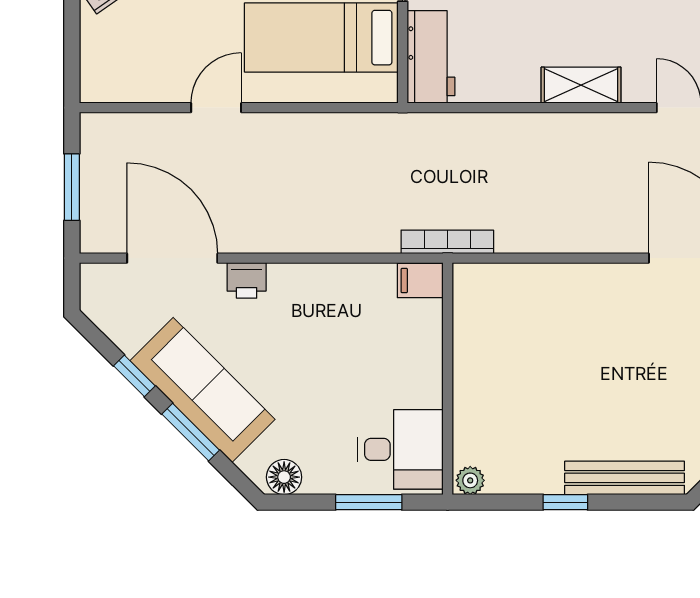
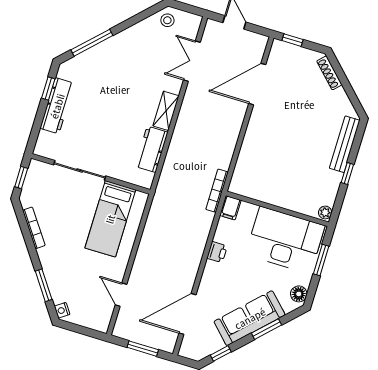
workbench: (431, 57) -> (151, 149), moved, turned -90
door: (216, 108) -> (121, 295), moved
printer: (247, 280) -> (217, 252), moved
window: (134, 376) -> (221, 353), moved
desk: (400, 449) -> (285, 240), width x1.87, depth x1.30

